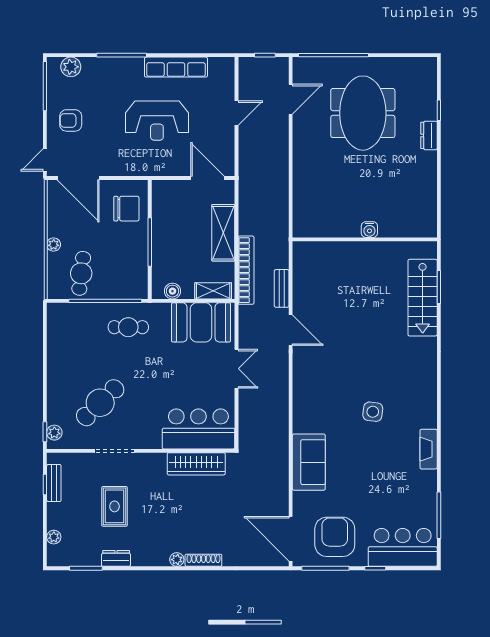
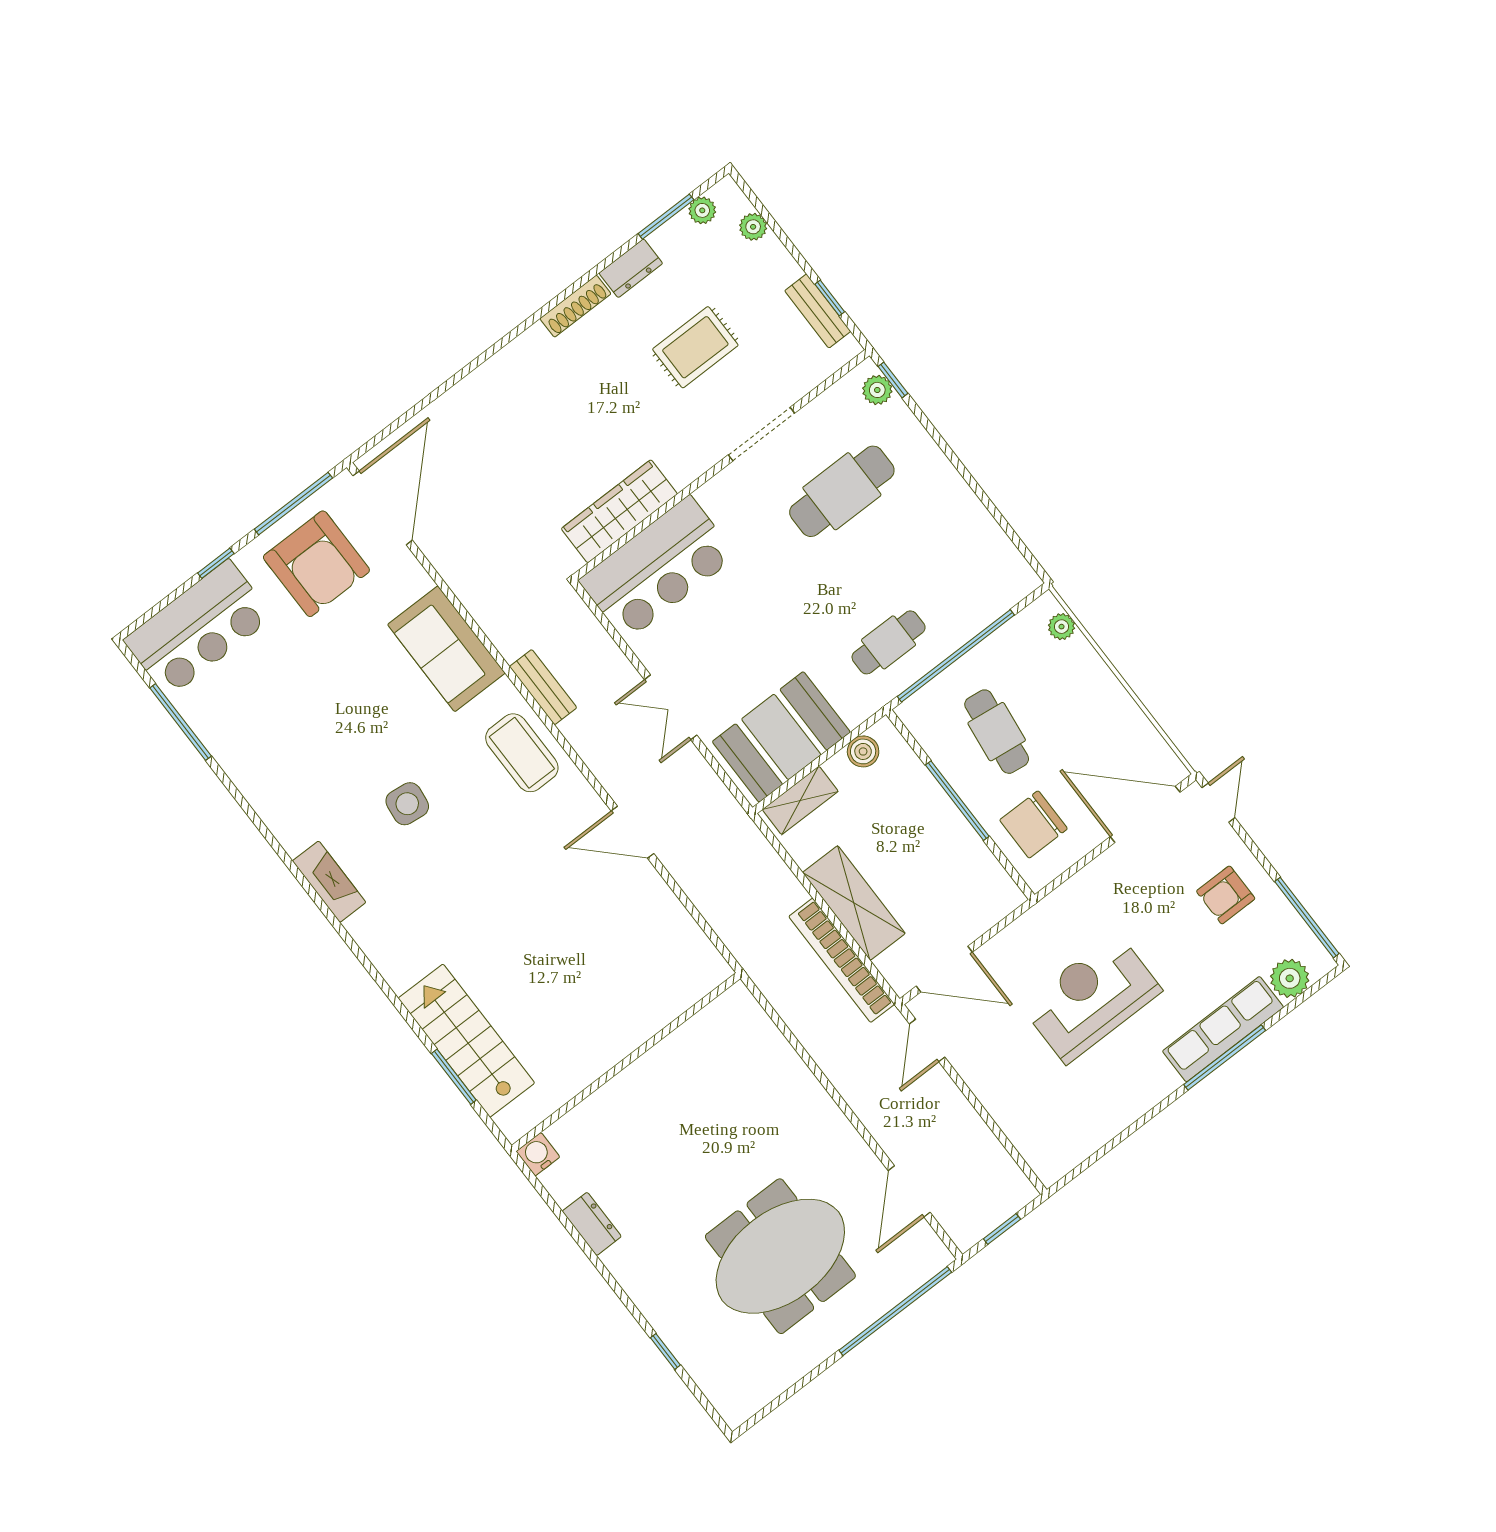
row of seats: (176, 67) -> (1223, 1029), moved
door: (236, 113) -> (927, 1041), moved
meeting table: (363, 113) -> (780, 1256), turned 90
armchair: (71, 120) -> (1226, 895), turned 180
dresser: (429, 135) -> (592, 1224), moved
water cooler: (369, 230) -> (538, 1154), moved
plant: (54, 245) -> (1062, 627), moved
bookcase: (246, 270) -> (842, 960), moved
cafe table: (81, 273) -> (997, 732), moved
bench: (282, 288) -> (543, 687), moved
coffee table: (311, 397) -> (522, 753), added
cafe table: (100, 403) -> (842, 491), turned 44
fireplace: (429, 449) -> (329, 882), moved
rug: (115, 506) -> (695, 347), turned 90
door: (291, 539) -> (383, 508), hinge flipped
plant: (177, 560) -> (702, 210), moved
shoe rack: (203, 560) -> (575, 306), moved

